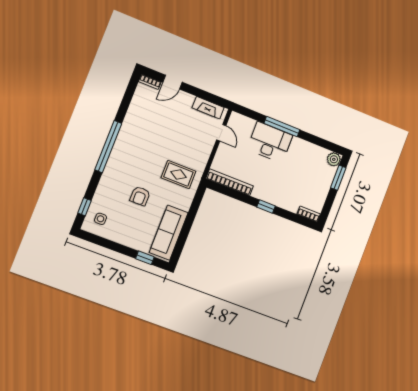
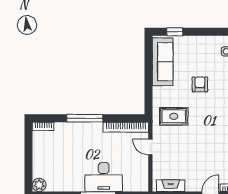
door: (221, 133) -> (150, 147), moved
window: (338, 178) -> (29, 170), removed
window: (266, 206) -> (85, 118), width x2.17

